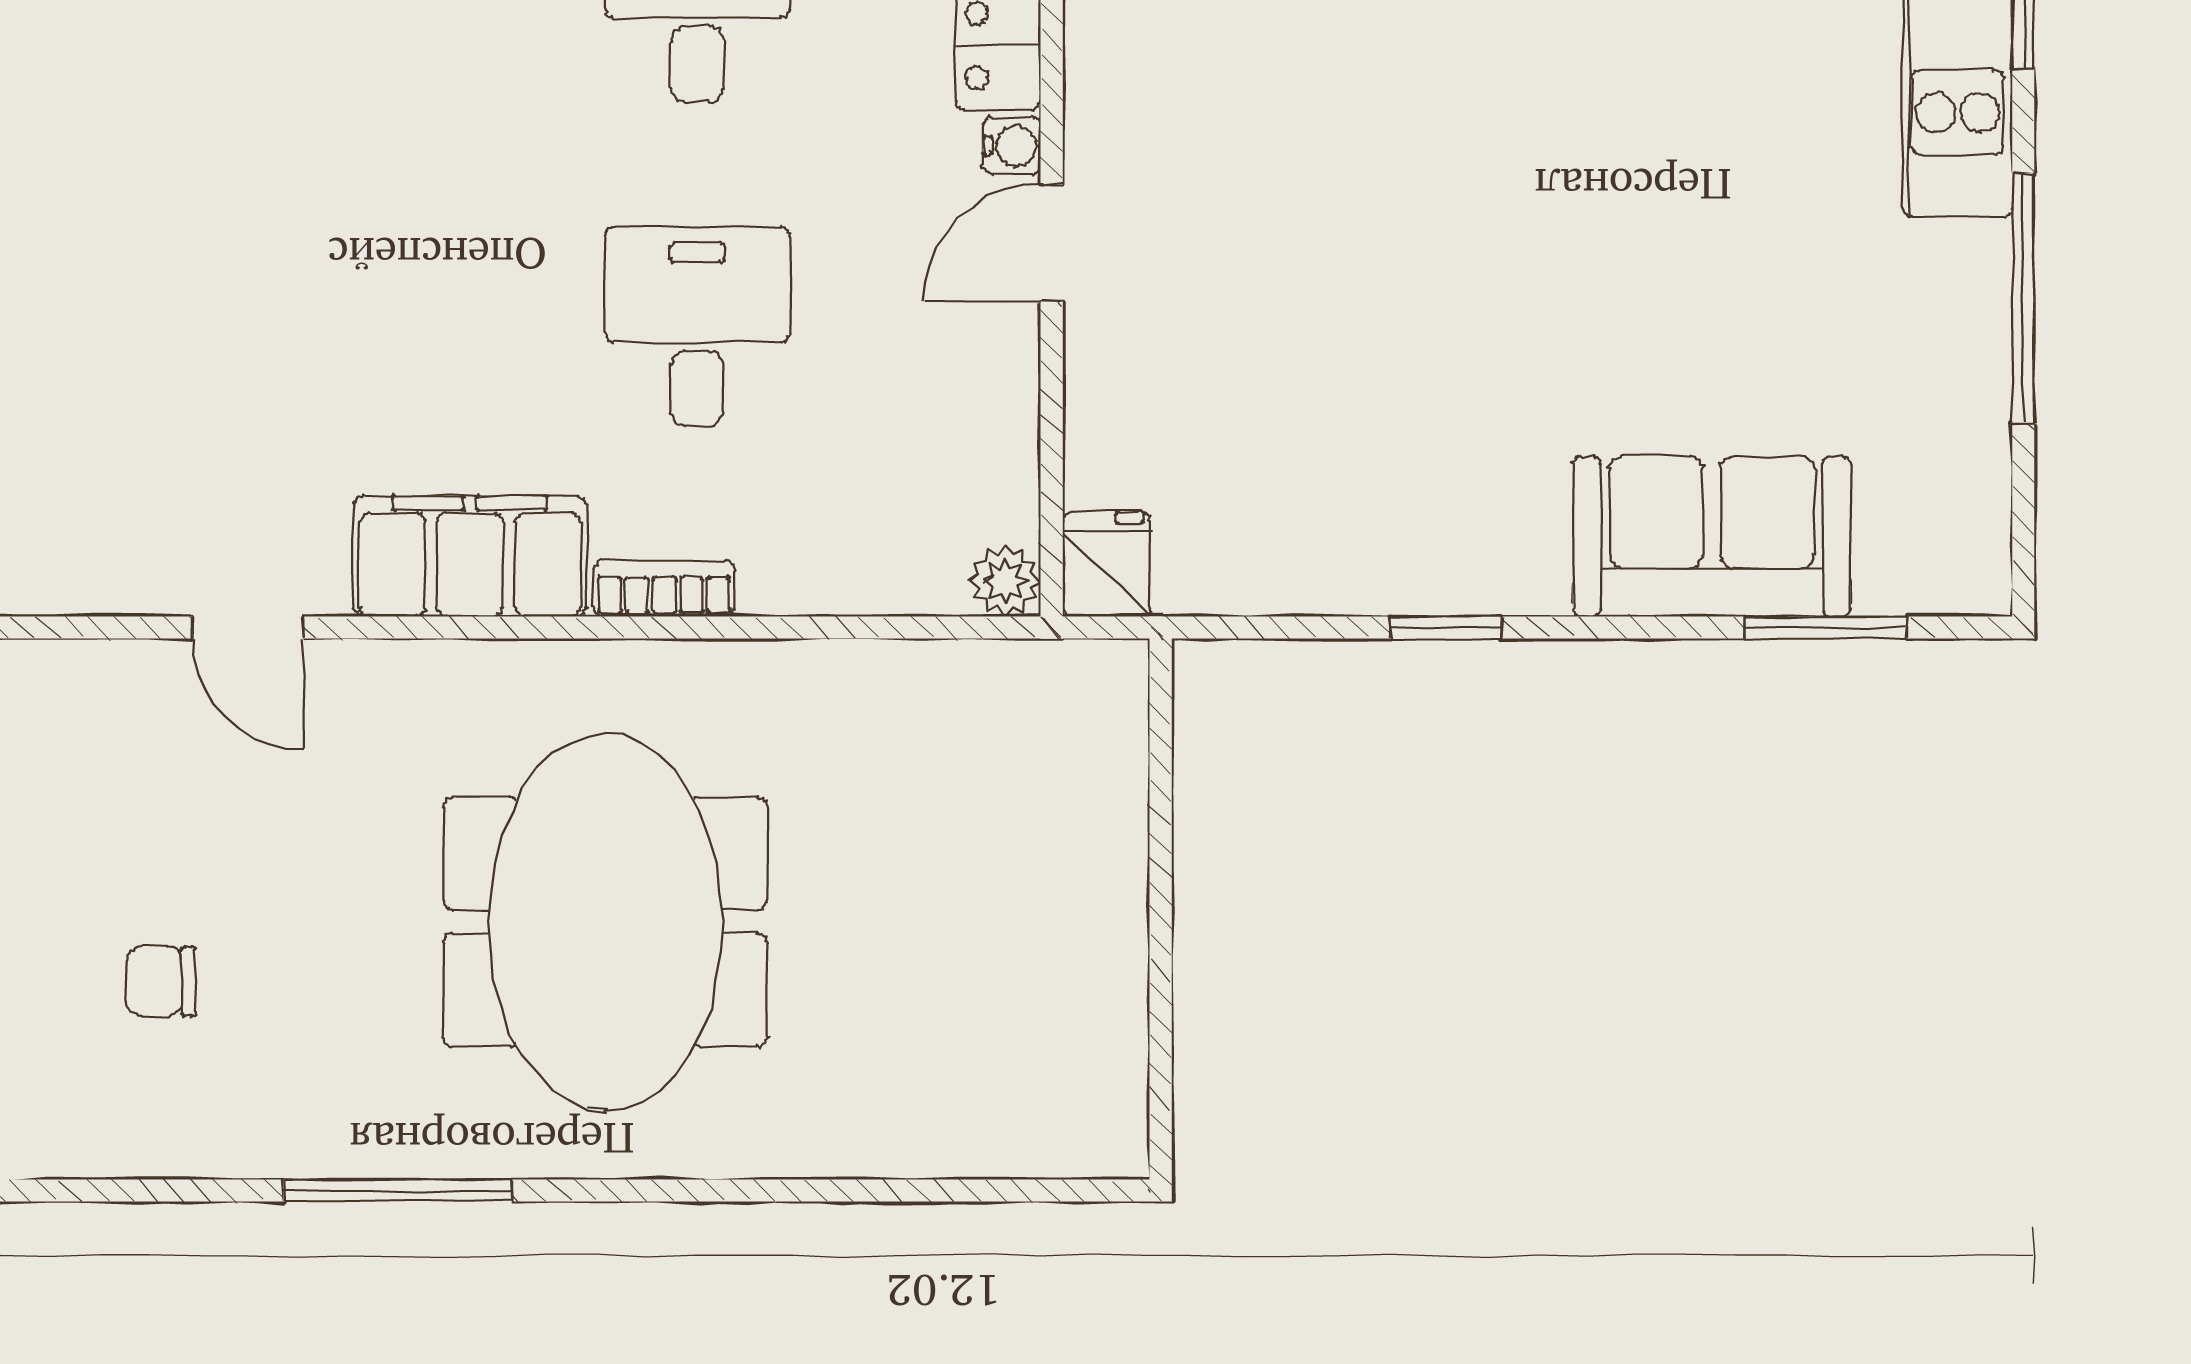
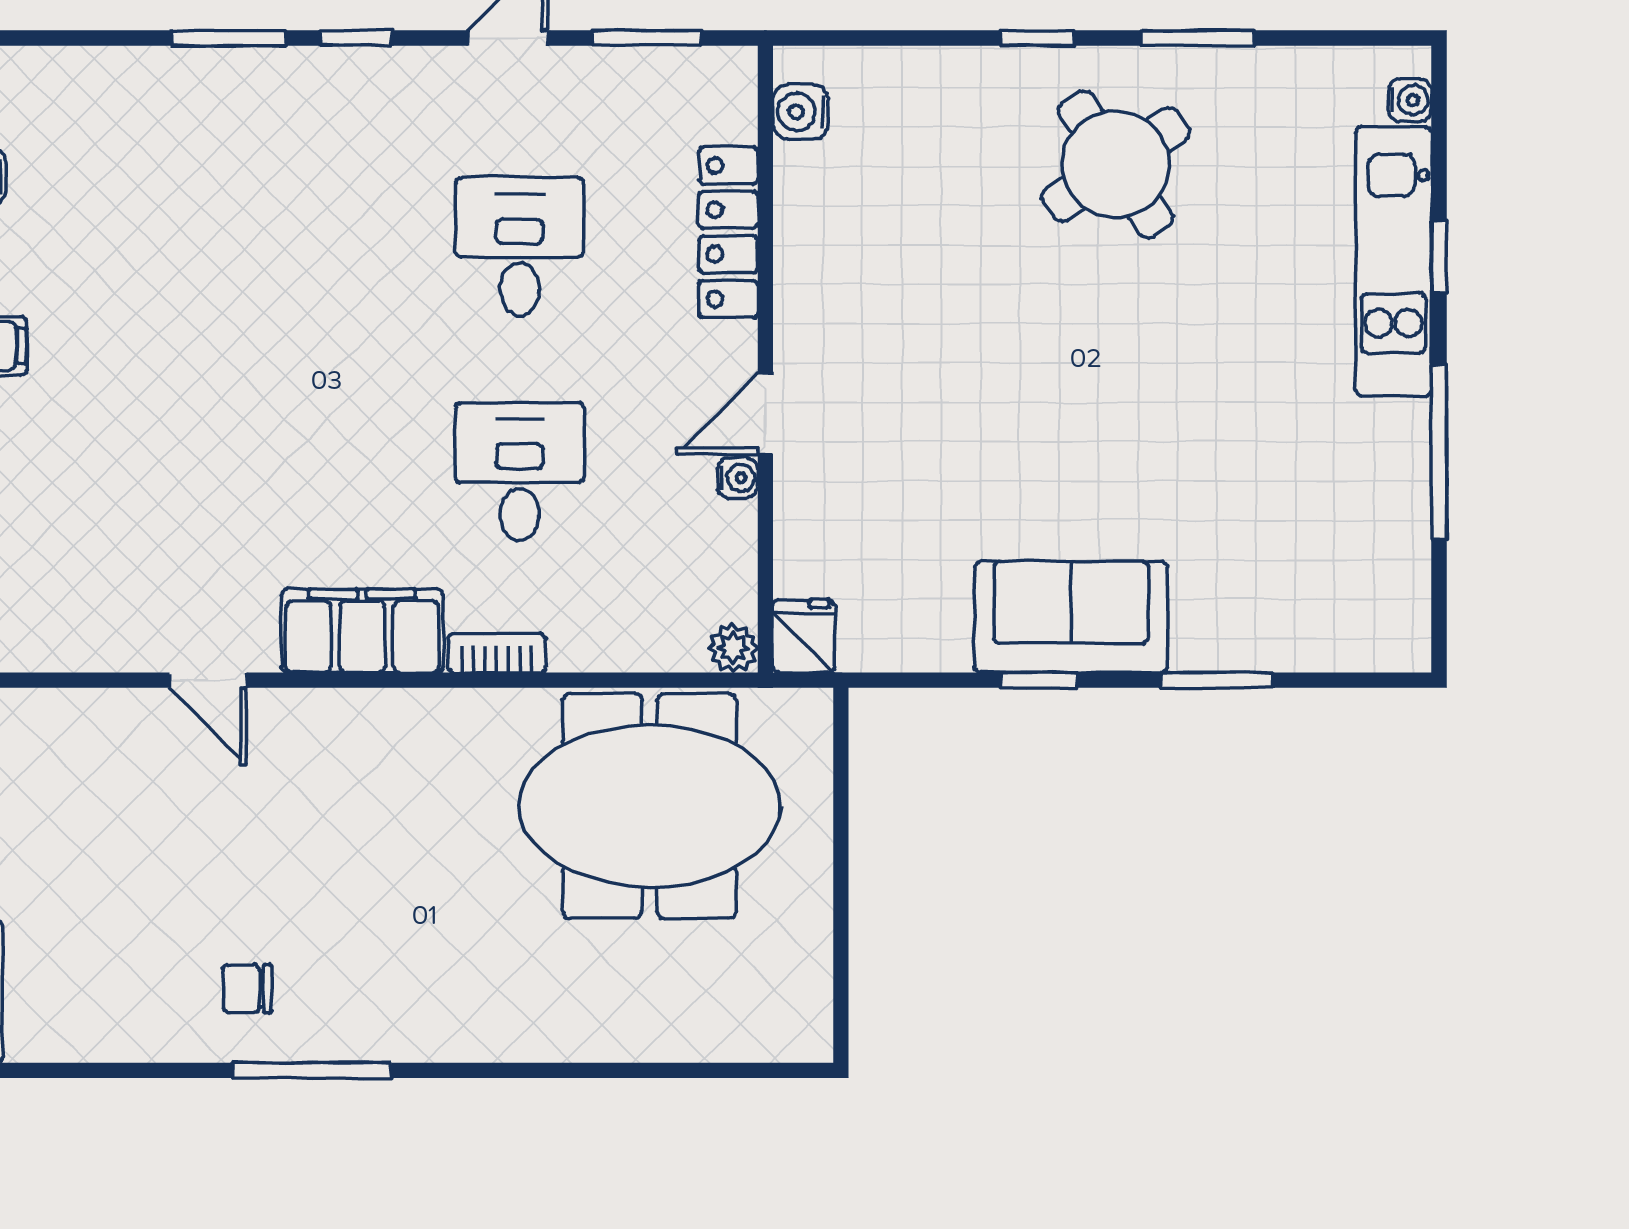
water cooler: (1012, 146) -> (738, 478), moved
sofa: (1712, 536) -> (1071, 617), moved
window: (1826, 627) -> (1217, 680), moved
meeting table: (605, 922) -> (649, 806), moved, turned 90
chair: (161, 981) -> (247, 989), moved

